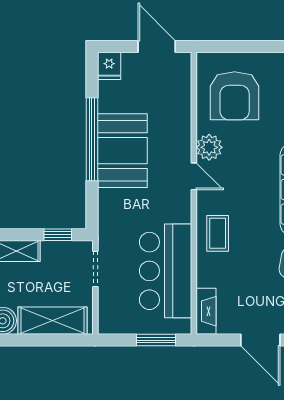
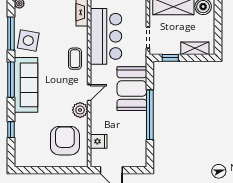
fridge: (109, 66) -> (99, 141), moved, turned 90
booth: (122, 151) -> (132, 89), moved
door: (194, 176) -> (89, 93), swing flipped

